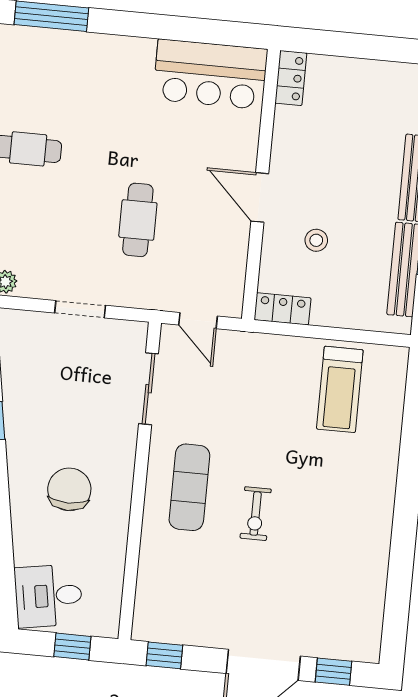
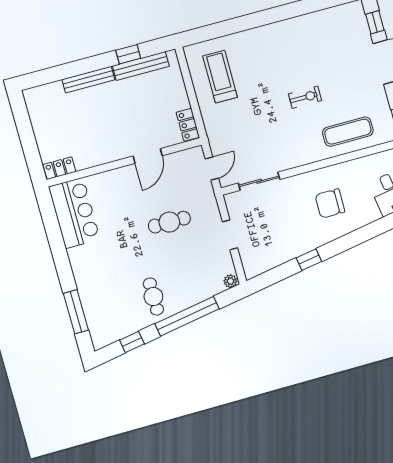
door: (260, 197) -> (148, 156), moved
stool: (316, 240) -> (143, 120), removed
treadmill: (340, 389) -> (220, 77), turned -90
exercise mat: (189, 487) -> (348, 132), moved

